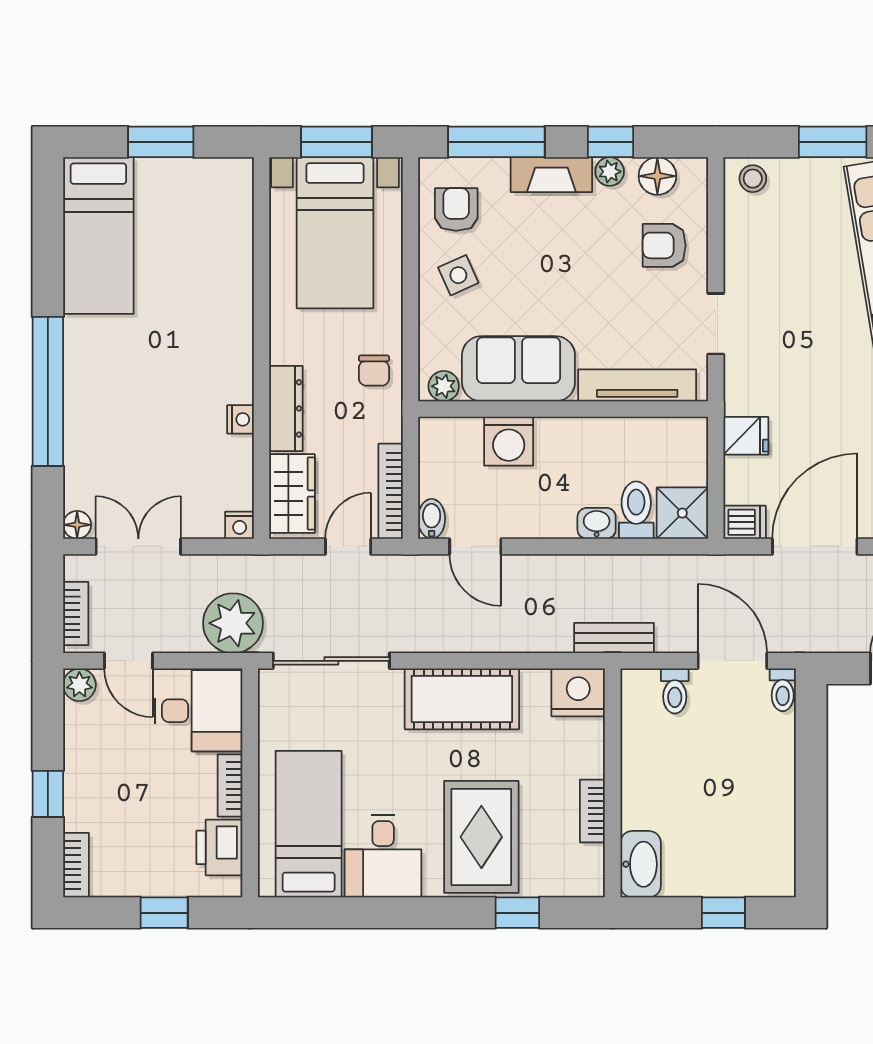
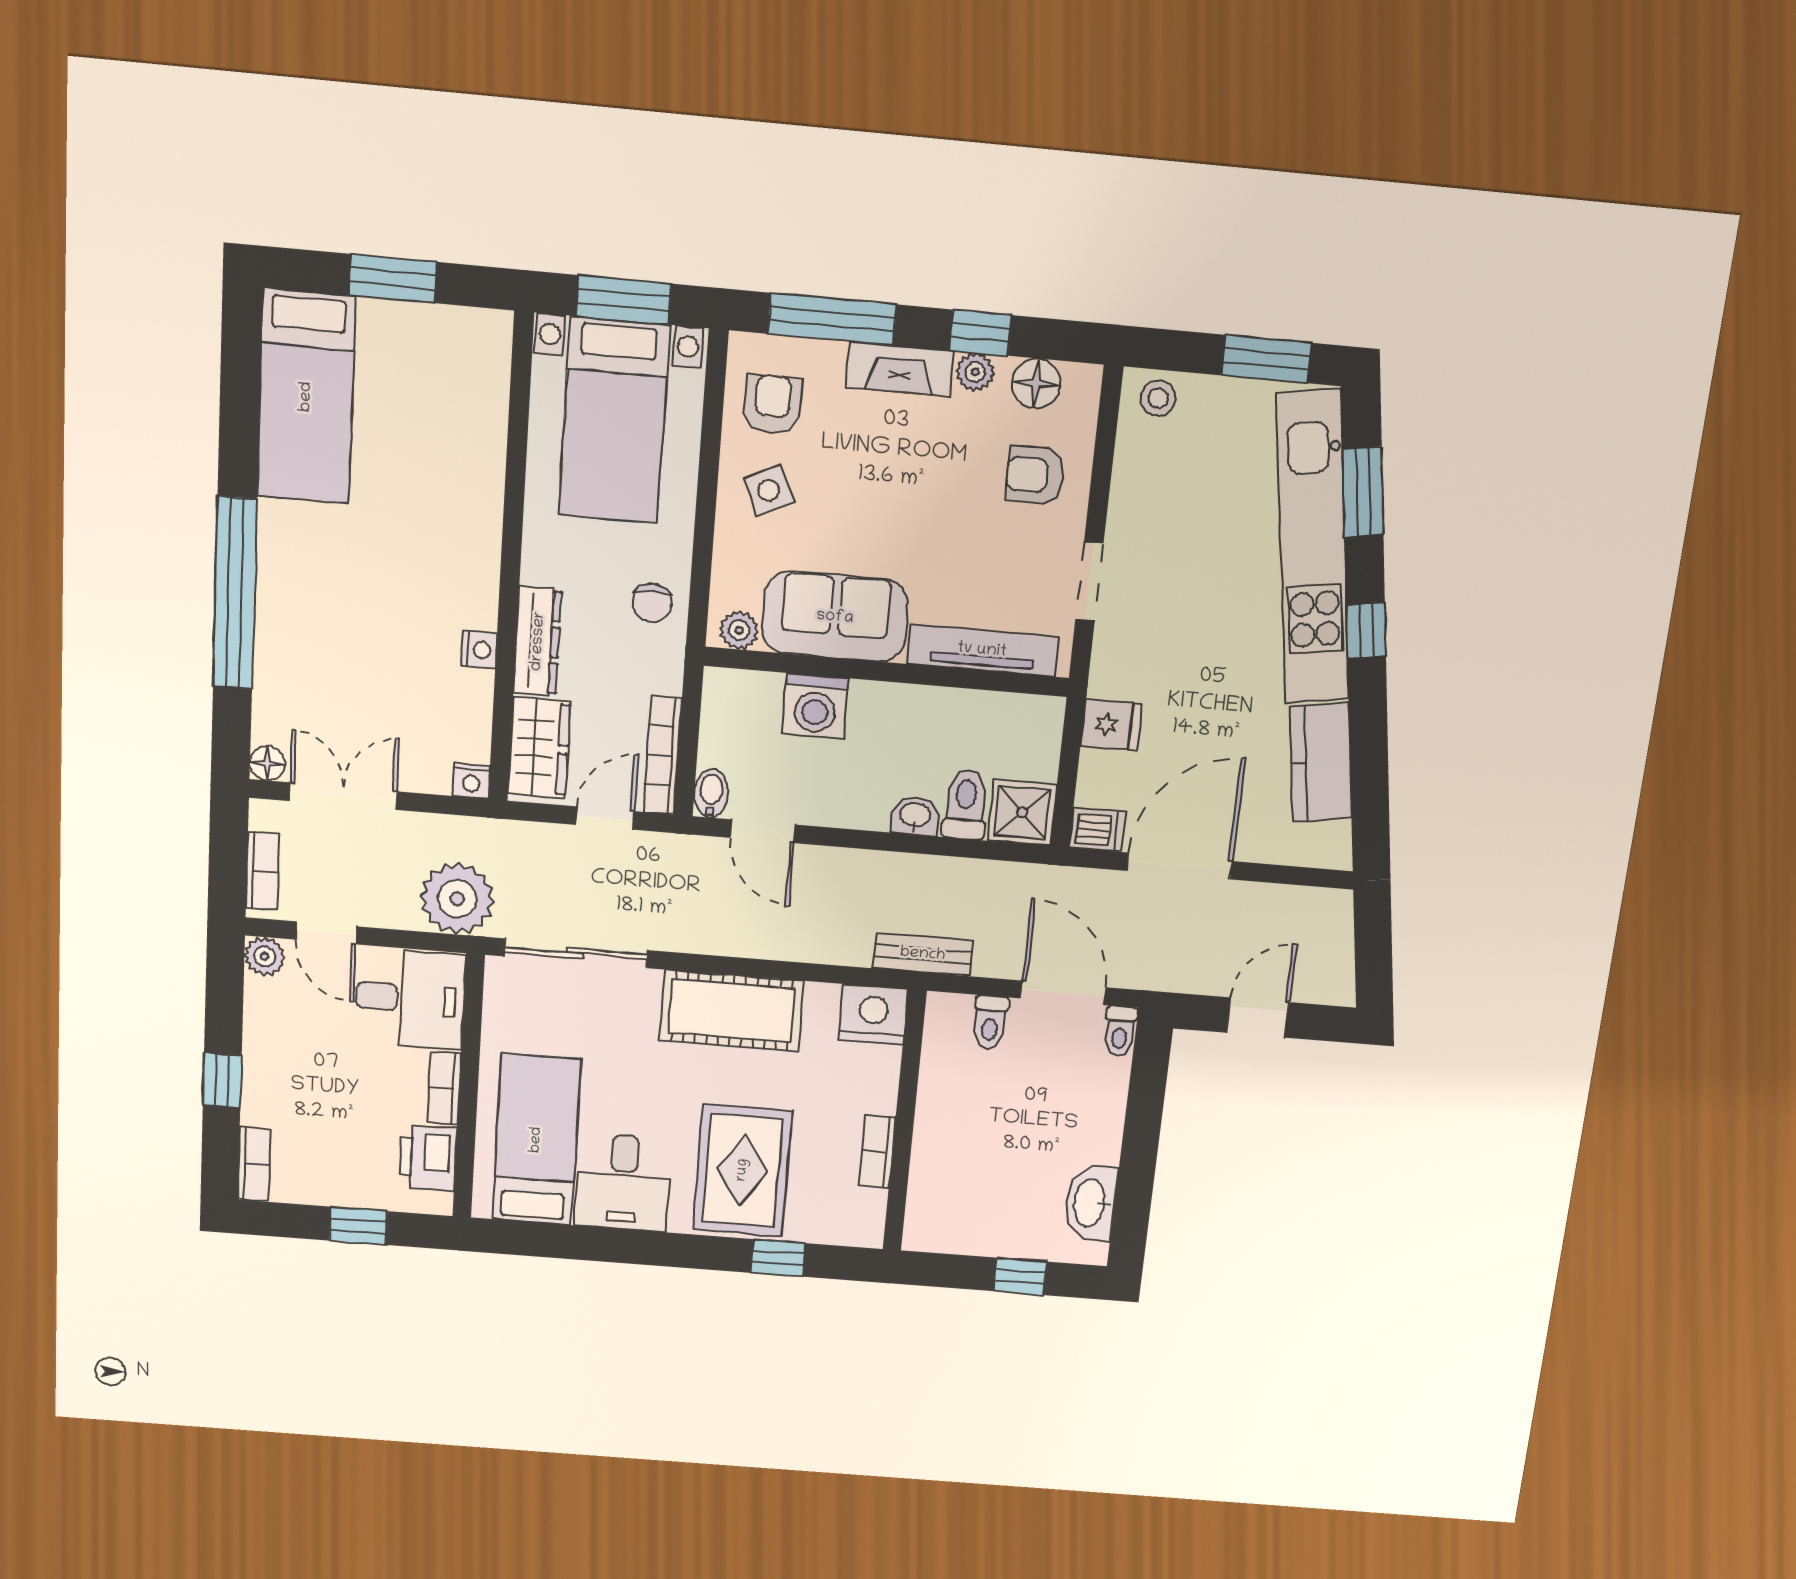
washbasin: (641, 864) -> (1090, 1203), moved, turned 180

